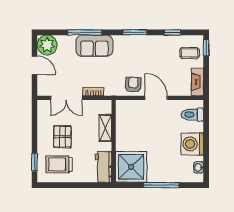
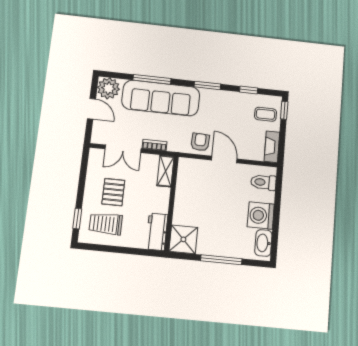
sofa: (94, 46) -> (161, 98), width x1.85, depth x1.27
shelving: (105, 128) -> (165, 171), moved
shower: (131, 167) -> (183, 239), width x0.73, depth x0.73
washbasin: (199, 167) -> (263, 243), width x1.91, depth x1.45

